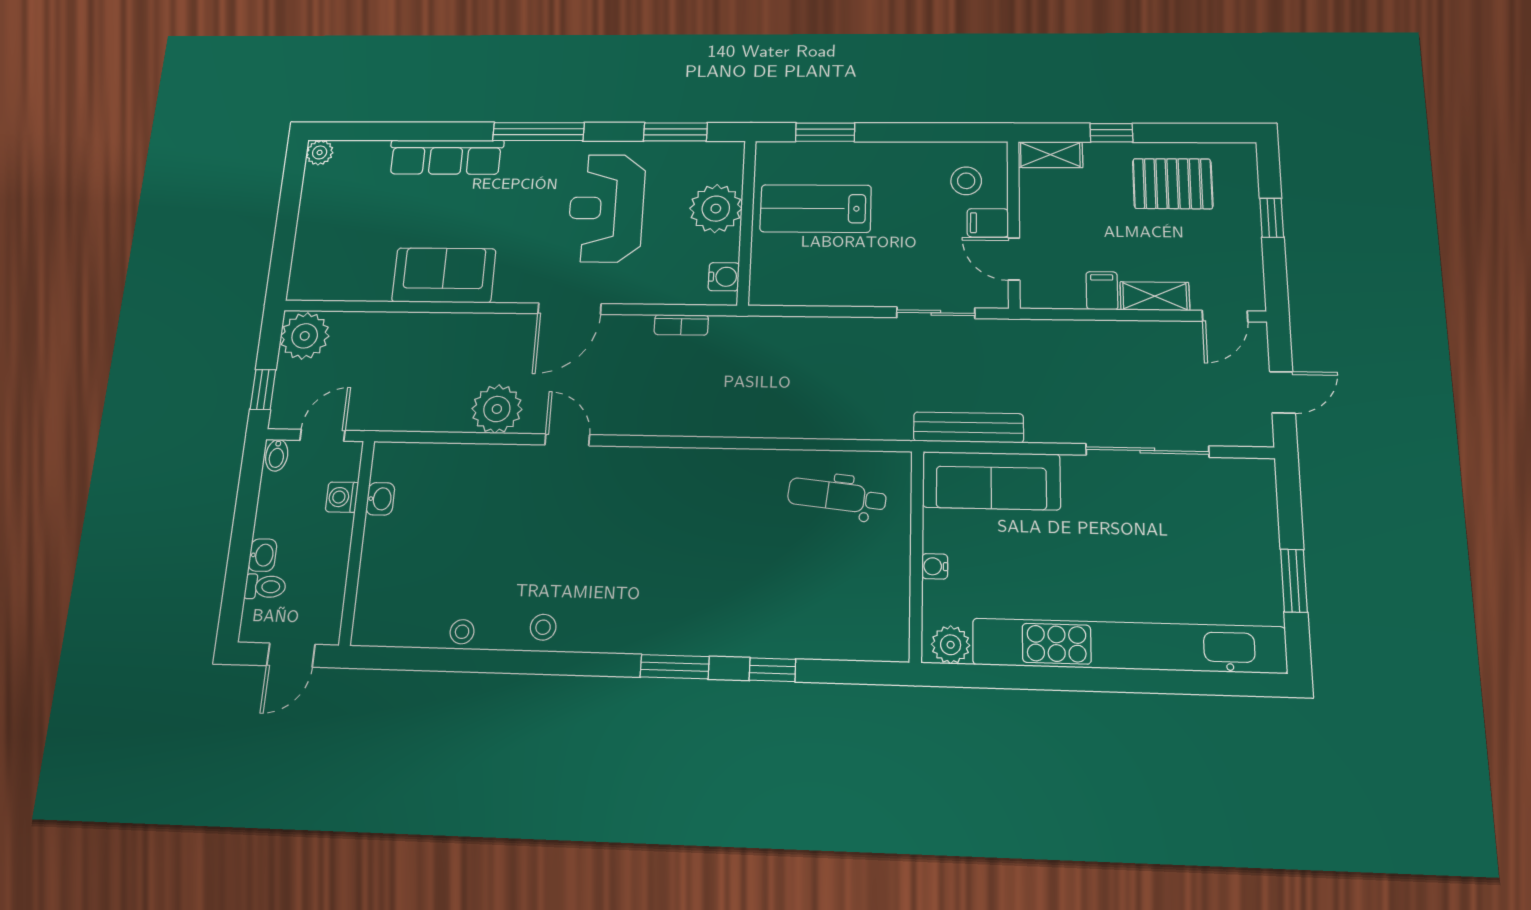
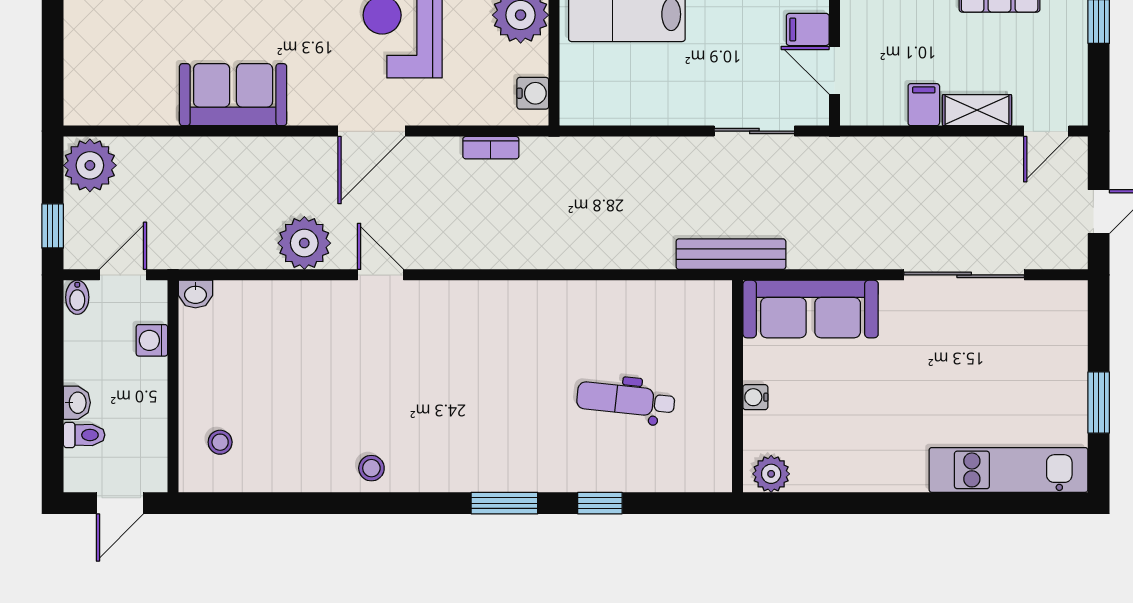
bench: (968, 427) -> (731, 254), moved
dental chair: (837, 496) -> (626, 400), moved
washbasin: (380, 499) -> (195, 294), moved, turned 90
stool: (462, 632) -> (220, 442), moved
kitchen unit: (1128, 646) -> (1008, 470), width x0.54

